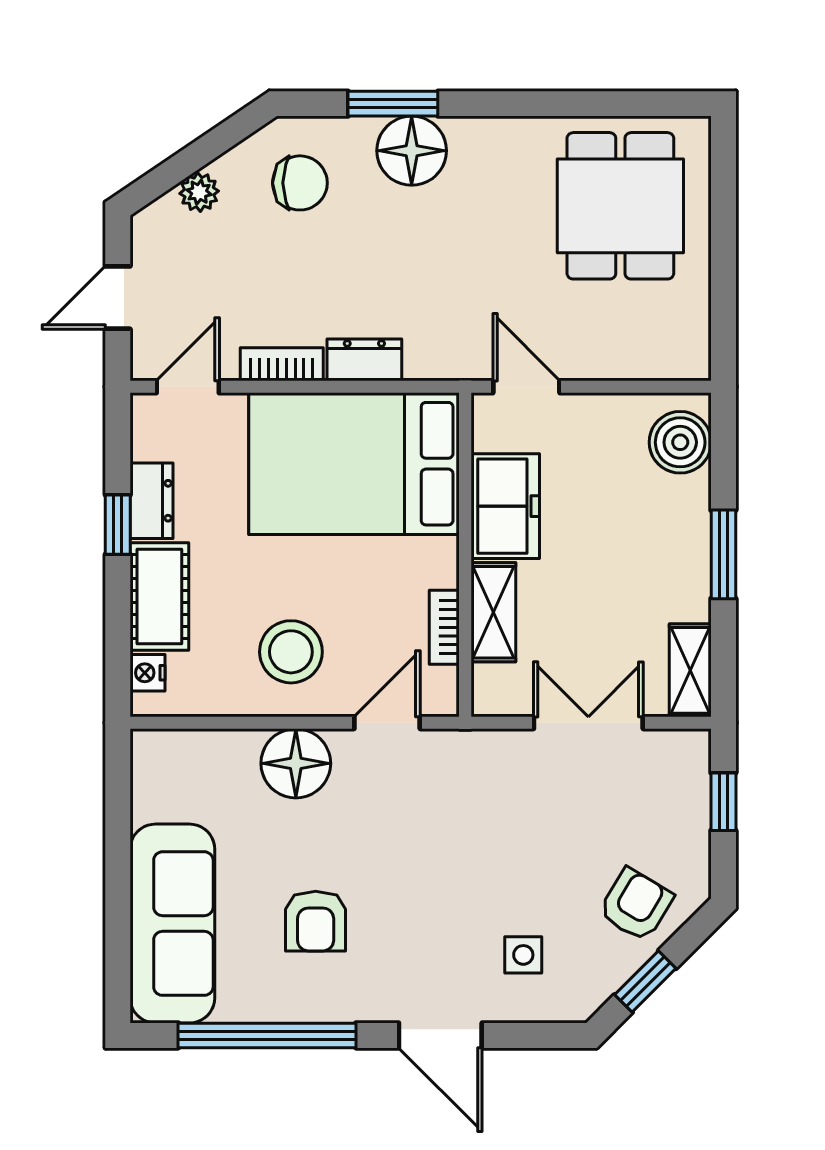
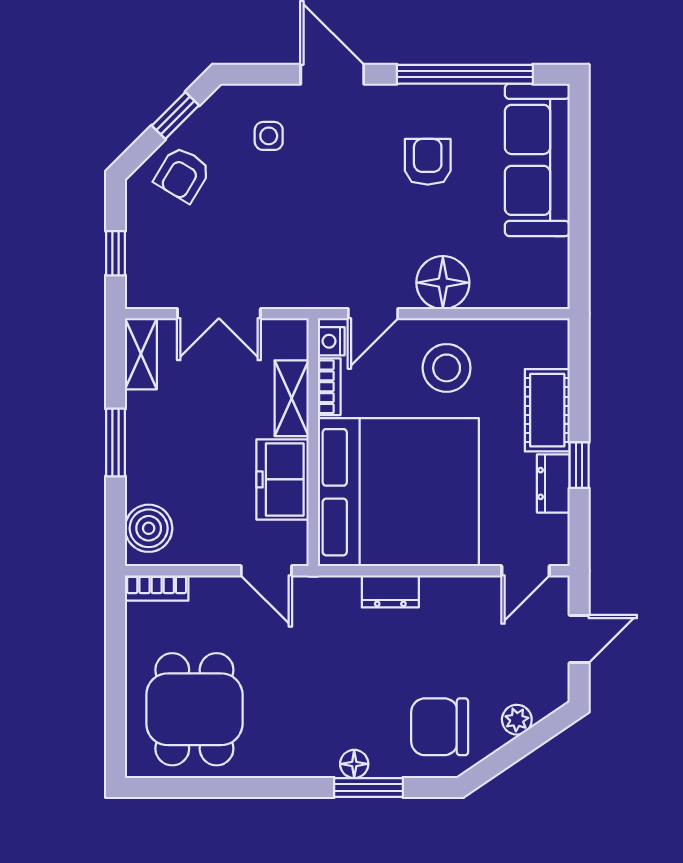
floor lamp: (412, 151) -> (354, 764), width x0.53, depth x0.53
chair: (300, 183) -> (440, 727), width x1.37, depth x1.37
bookcase: (282, 364) -> (157, 588), moved
bed: (354, 464) -> (398, 492), width x1.36
nightstand: (148, 673) -> (331, 341), moved, turned 180

